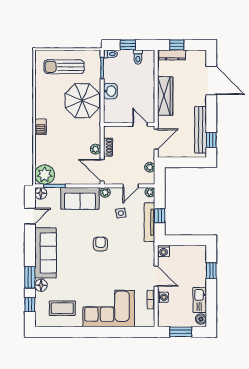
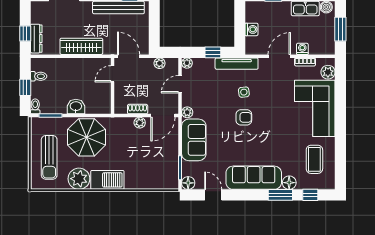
barbecue: (40, 127) -> (107, 180), width x1.88, depth x1.53
plant: (45, 175) -> (79, 179), moved
door: (131, 186) -> (180, 84), swing flipped
side table: (121, 213) -> (244, 92), moved
tv unit: (149, 222) -> (237, 64), moved
armchair: (100, 244) -> (244, 117), turned 180
washing machine: (163, 251) -> (251, 29), moved
plant: (142, 321) -> (328, 72), added

